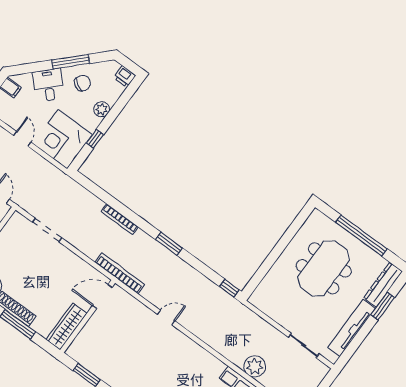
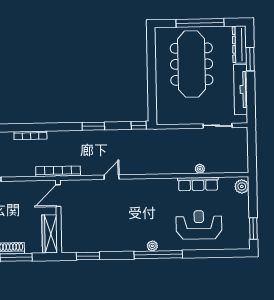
window: (169, 244) -> (93, 126), moved
meeting table: (324, 268) -> (192, 64), width x1.36
plant: (255, 366) -> (200, 169), width x0.53, depth x0.53

